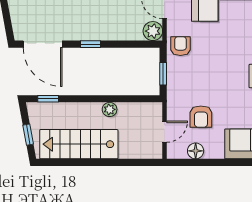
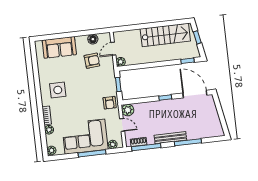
plant: (110, 109) -> (121, 62), moved
armchair: (201, 117) -> (92, 61), turned 85

